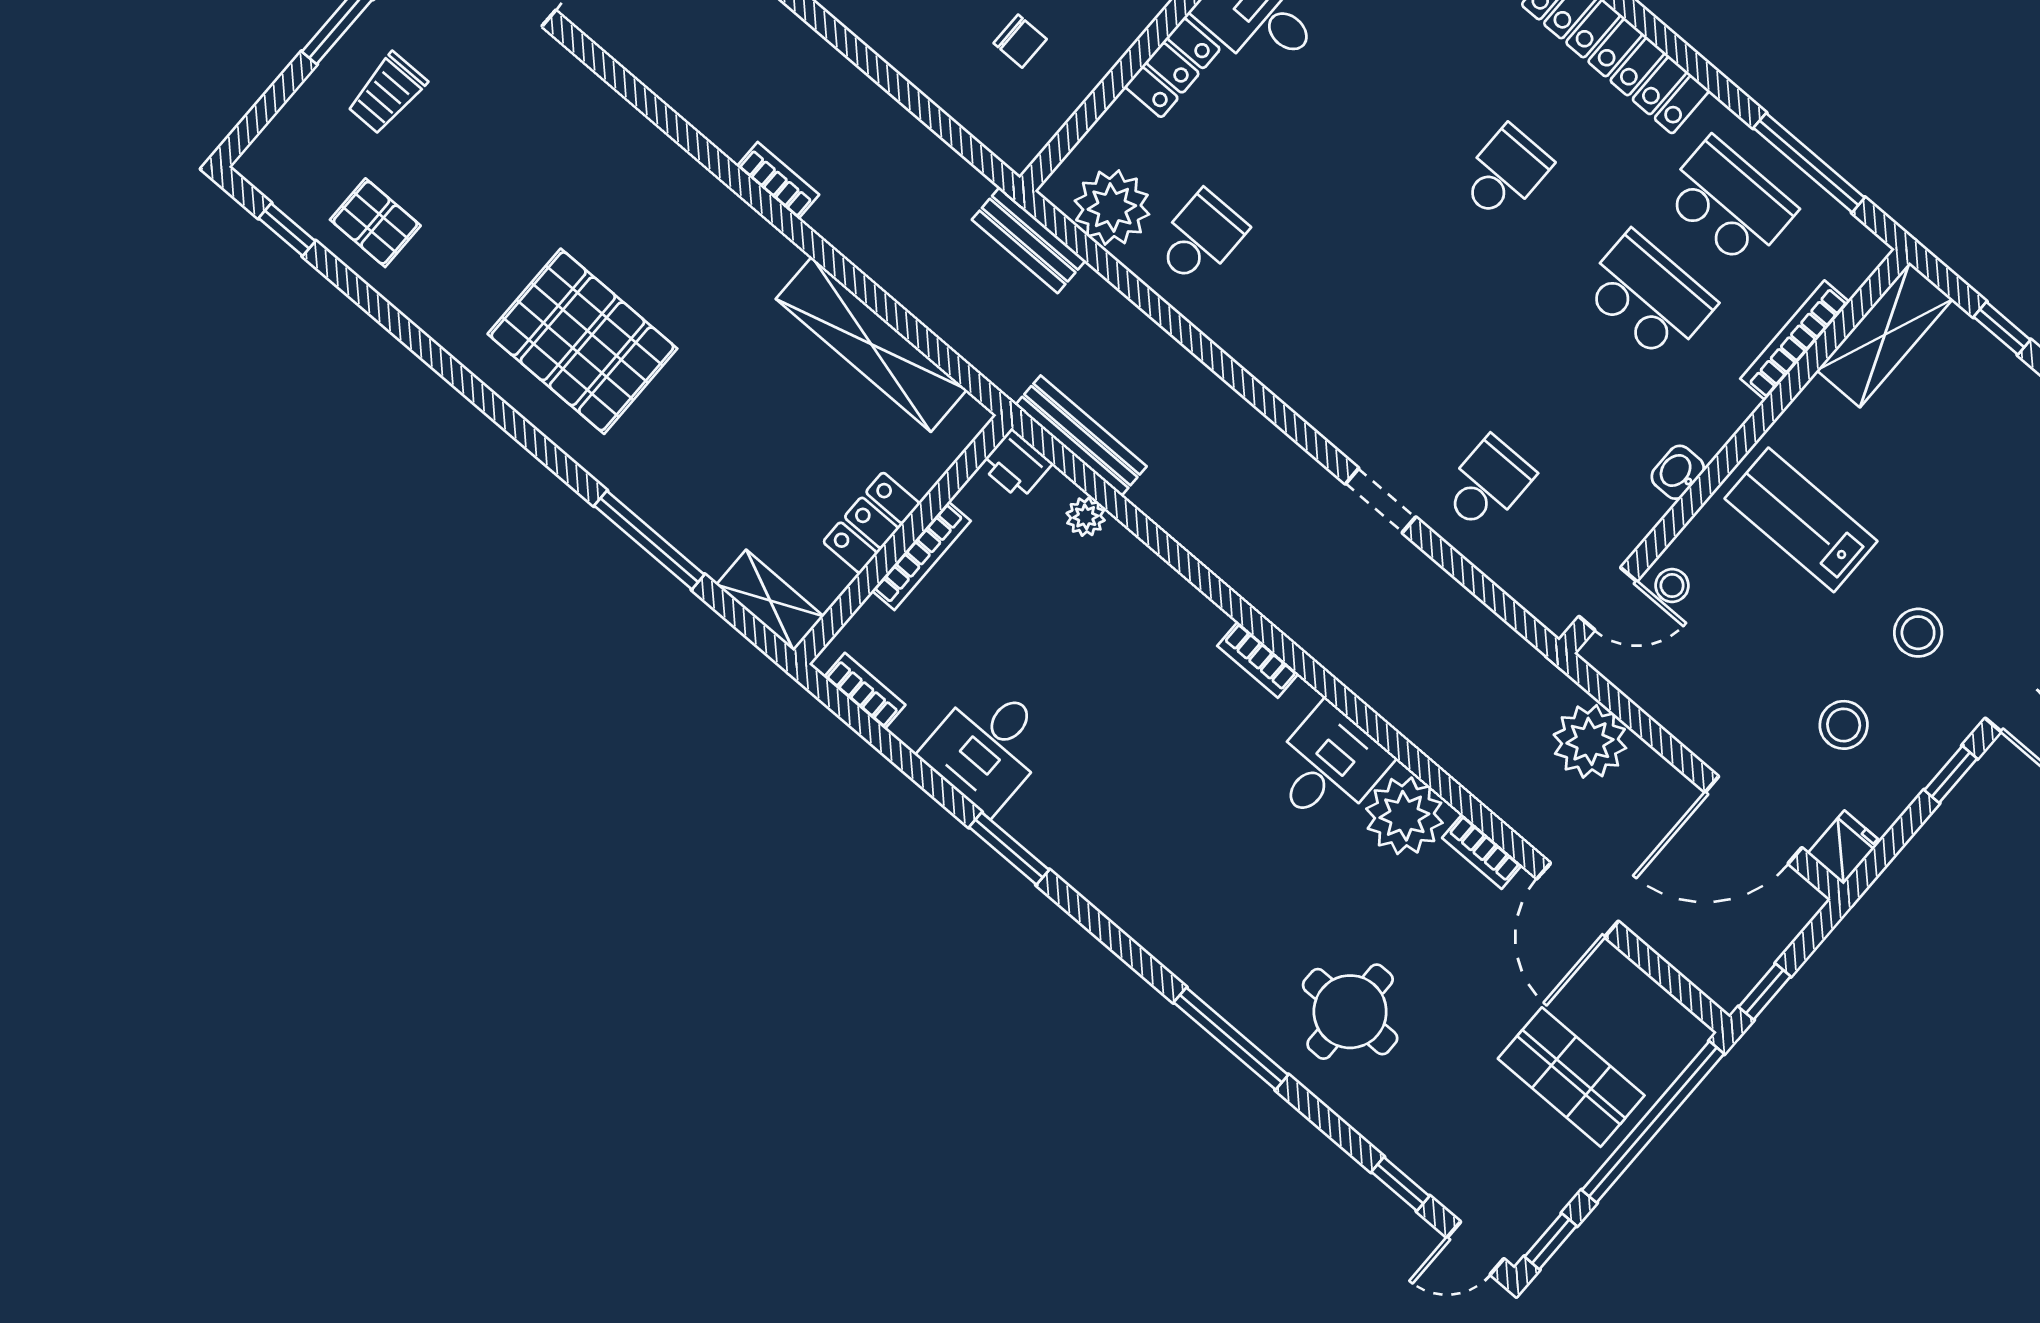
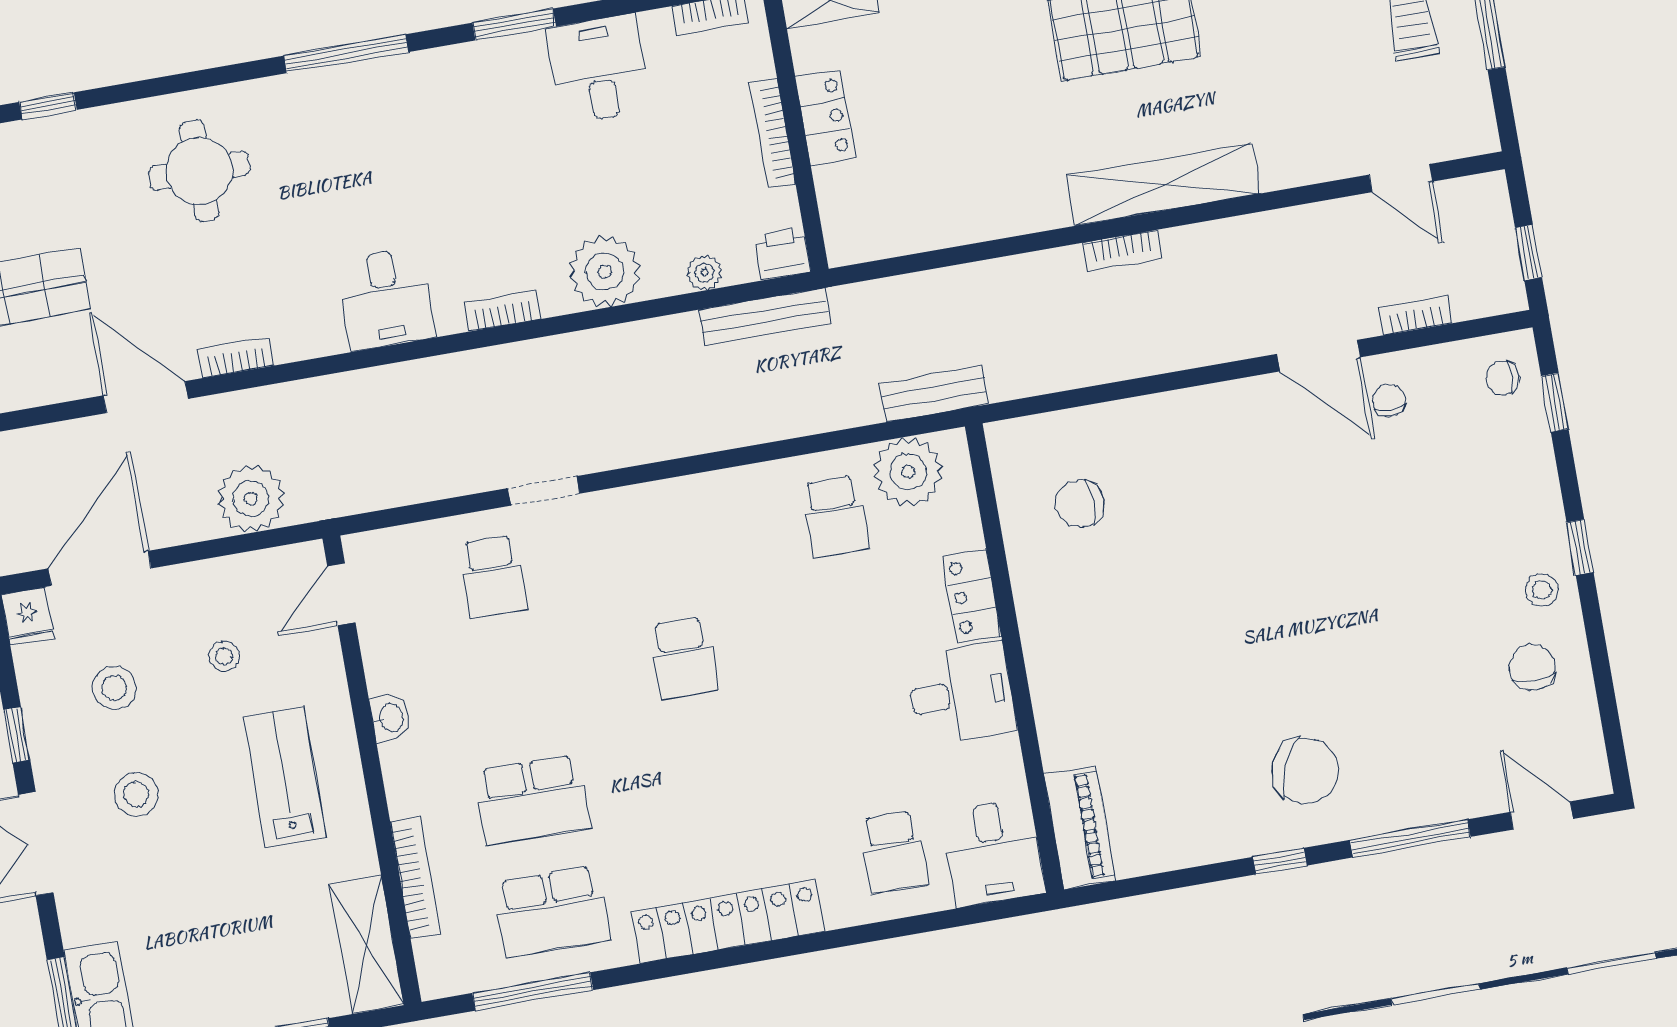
chair: (1020, 41) -> (1080, 504), width x1.37, depth x1.37
school desk: (1505, 173) -> (683, 658), moved
shelving: (871, 344) -> (1163, 184), moved
lab bench: (1801, 520) -> (284, 777), turned -90
stool: (1672, 586) -> (224, 656), moved
plant: (1404, 816) -> (605, 272), moved
window: (1231, 1039) -> (346, 54), moved

